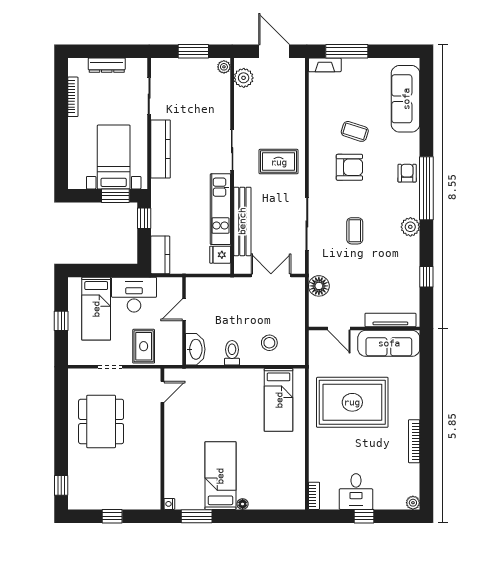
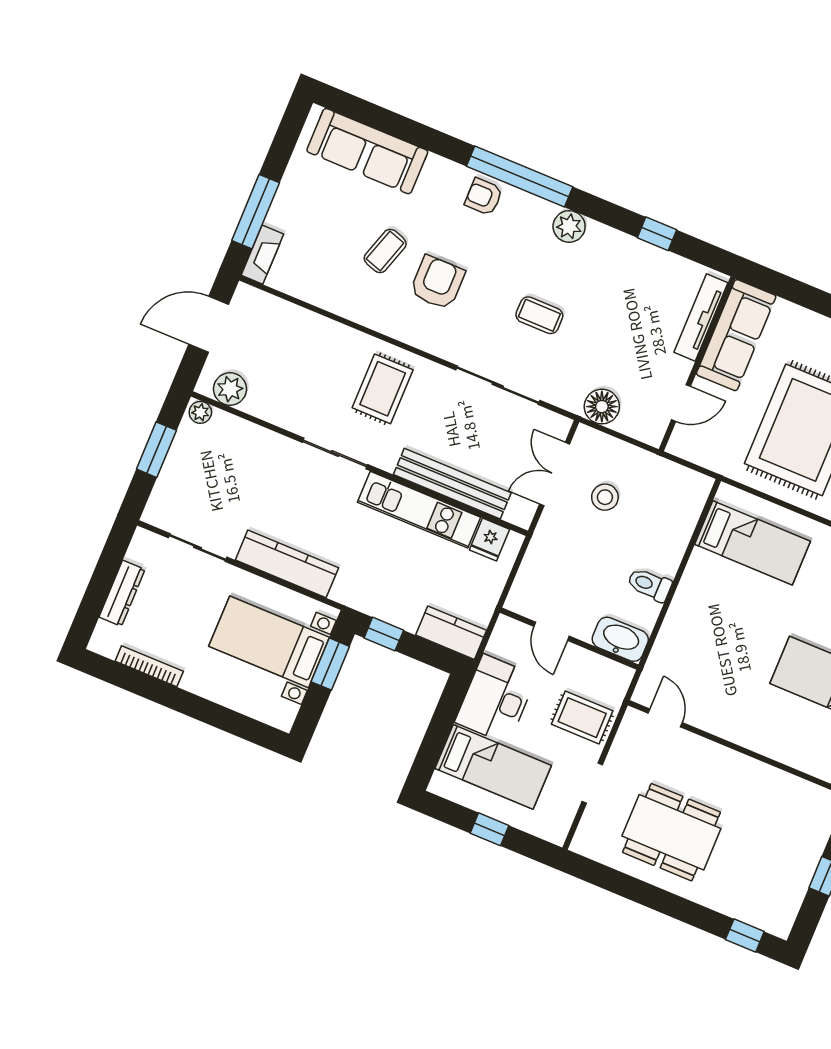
stool: (269, 343) -> (605, 497), moved

